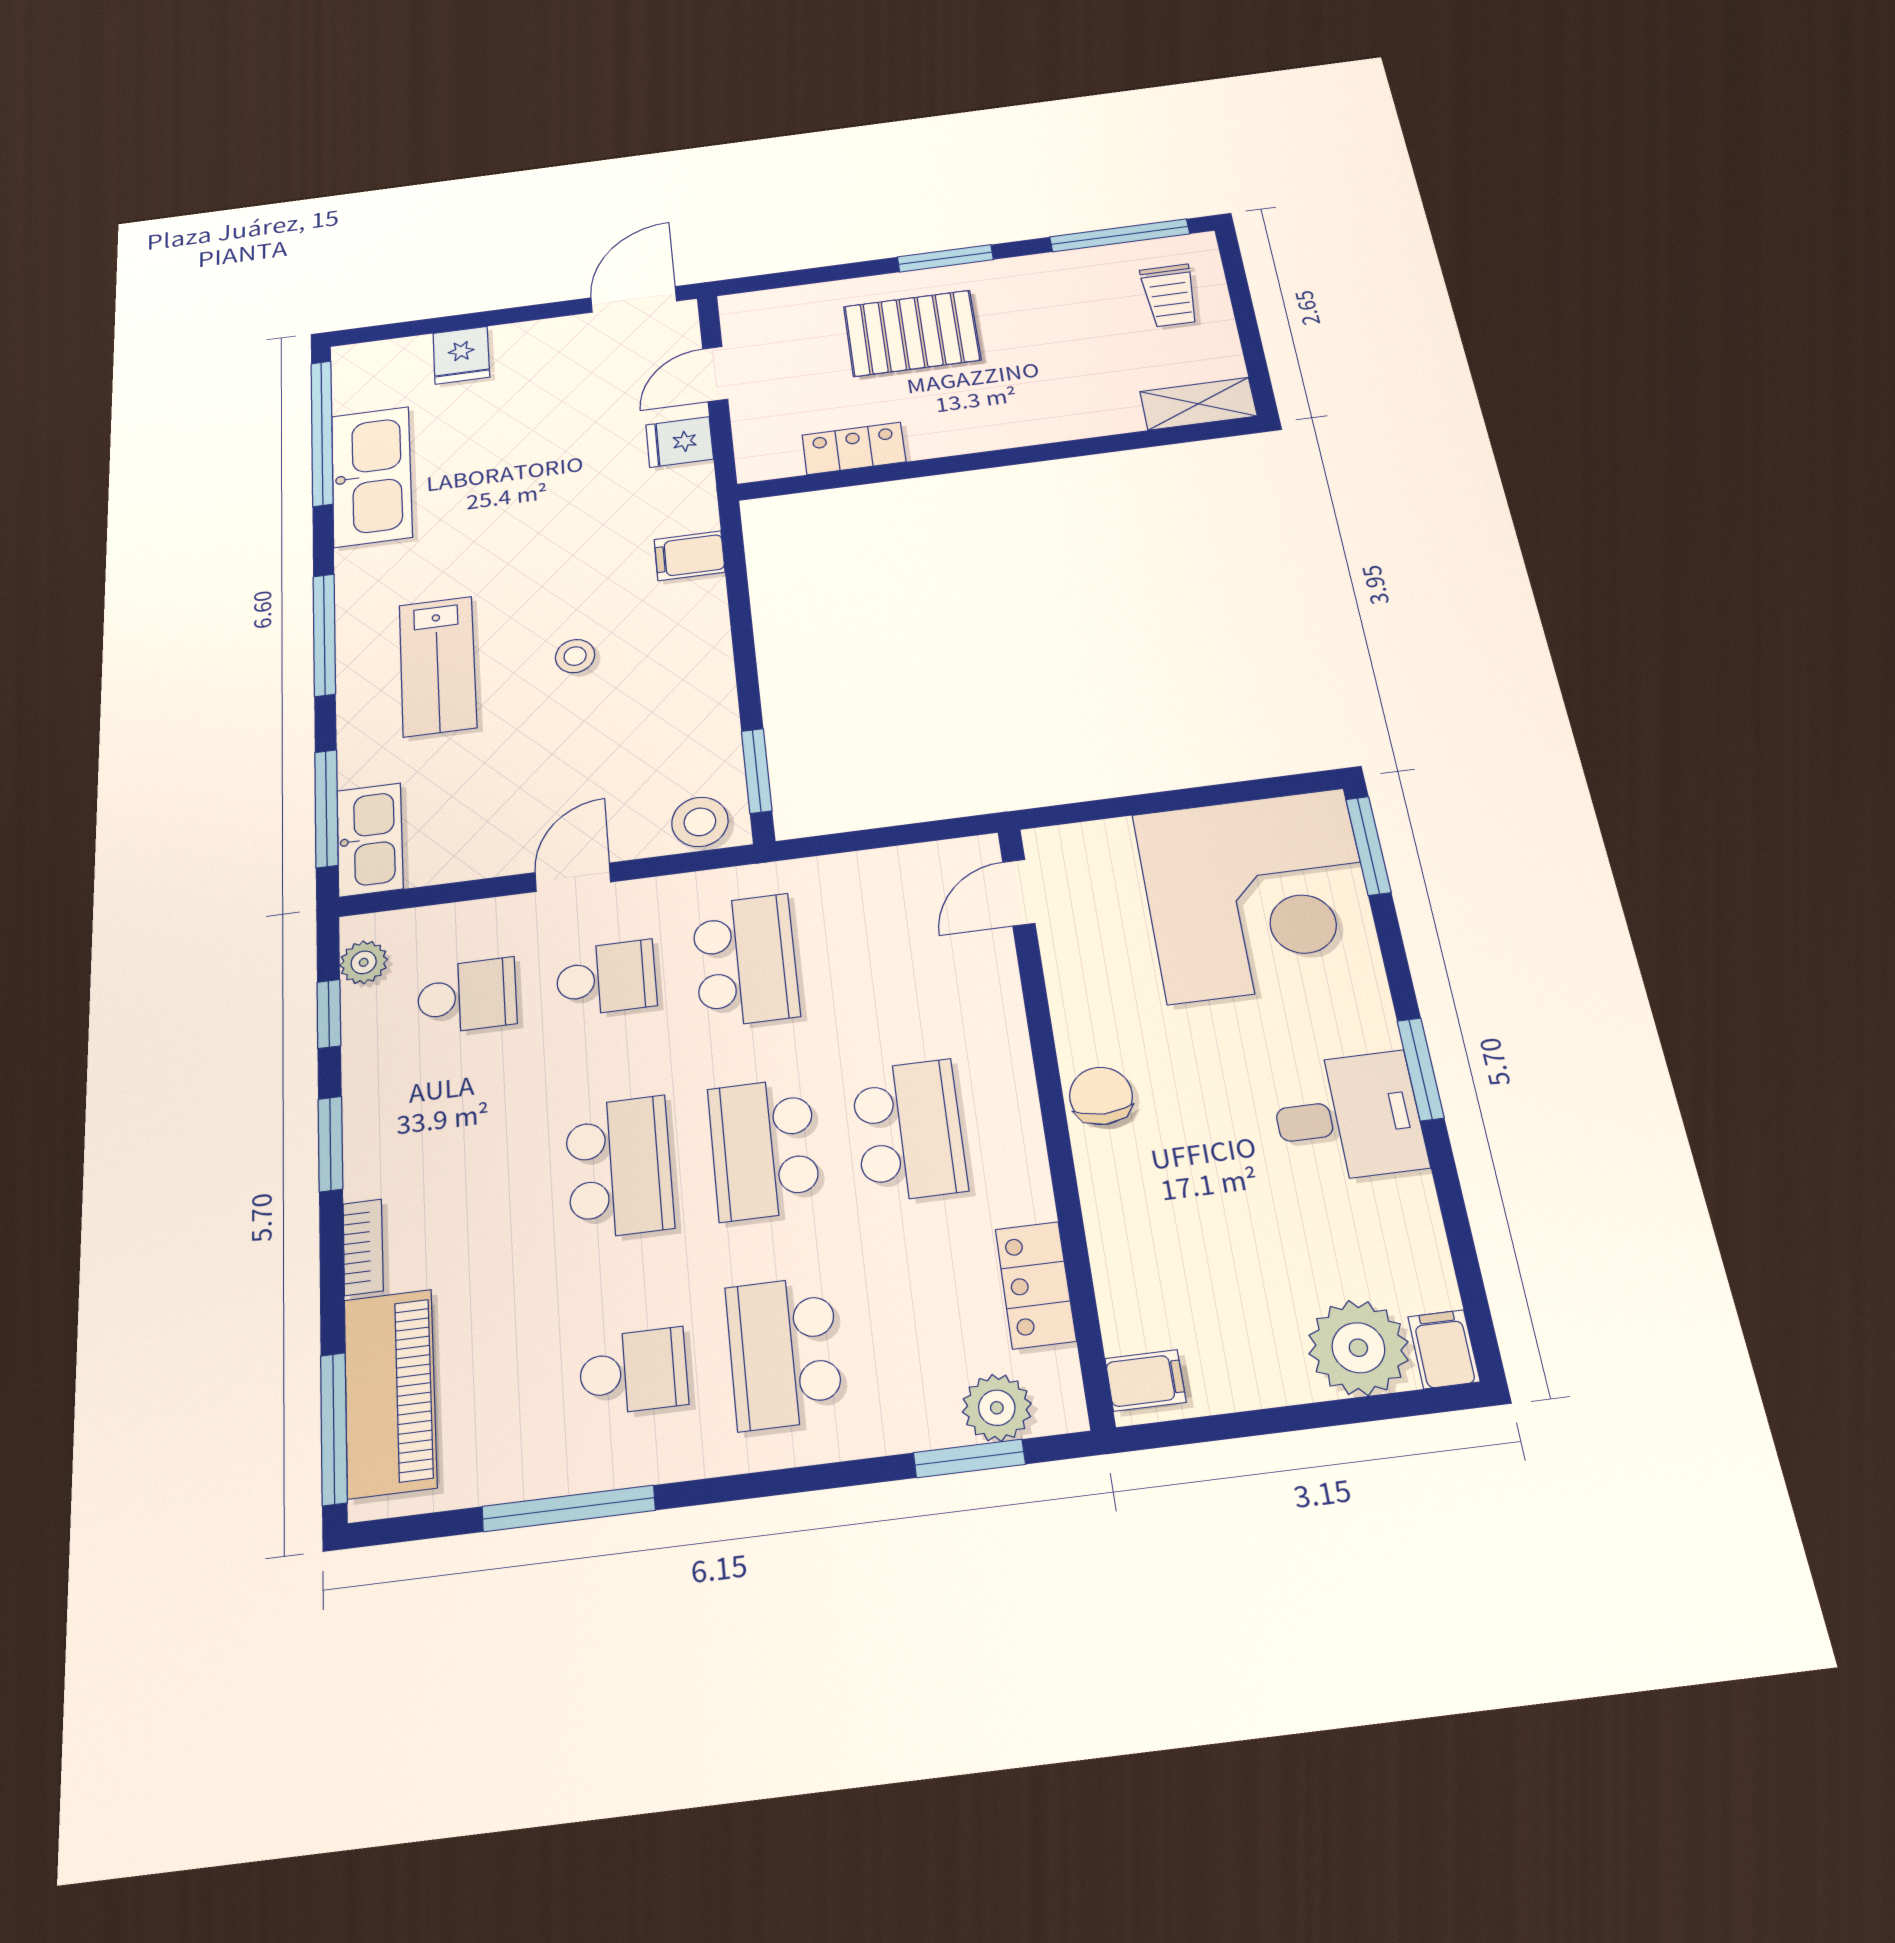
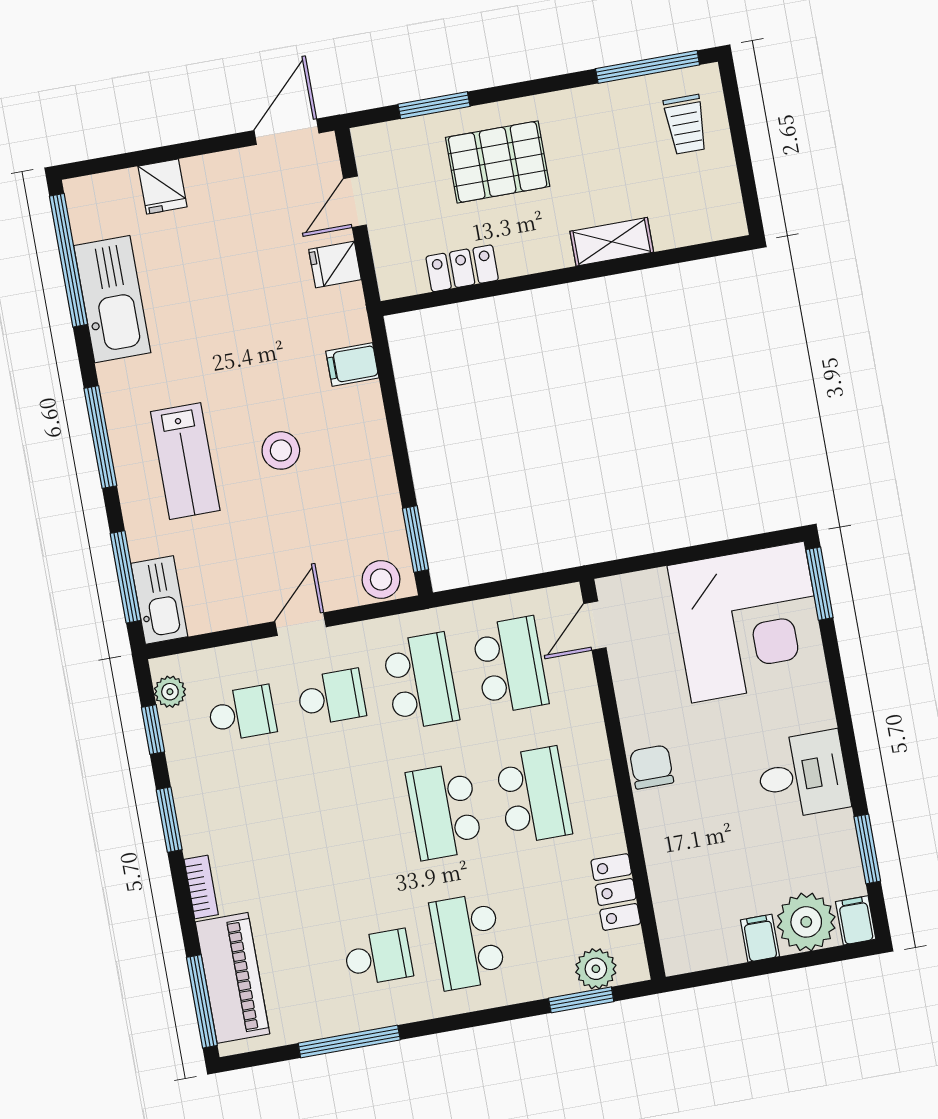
window: (945, 258) -> (434, 105), moved
shelving: (1198, 404) -> (612, 242), moved
stool: (575, 656) -> (281, 450), width x1.37, depth x1.37
window: (1421, 1069) -> (867, 849), moved
school desk: (619, 1167) -> (510, 665), moved
filing cabinet: (1145, 1380) -> (760, 938), moved, turned -90

